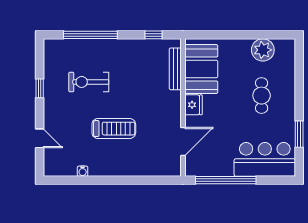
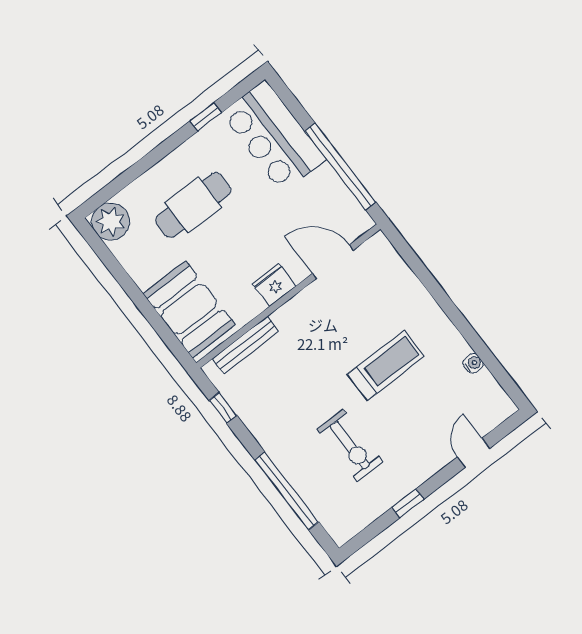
plant: (263, 50) -> (111, 221), moved
booth: (201, 69) -> (189, 309), moved, turned 90
cafe table: (262, 96) -> (193, 205), width x1.37, depth x1.35
treadmill: (114, 129) -> (386, 366), turned 90
window: (299, 134) -> (206, 117), width x0.67

